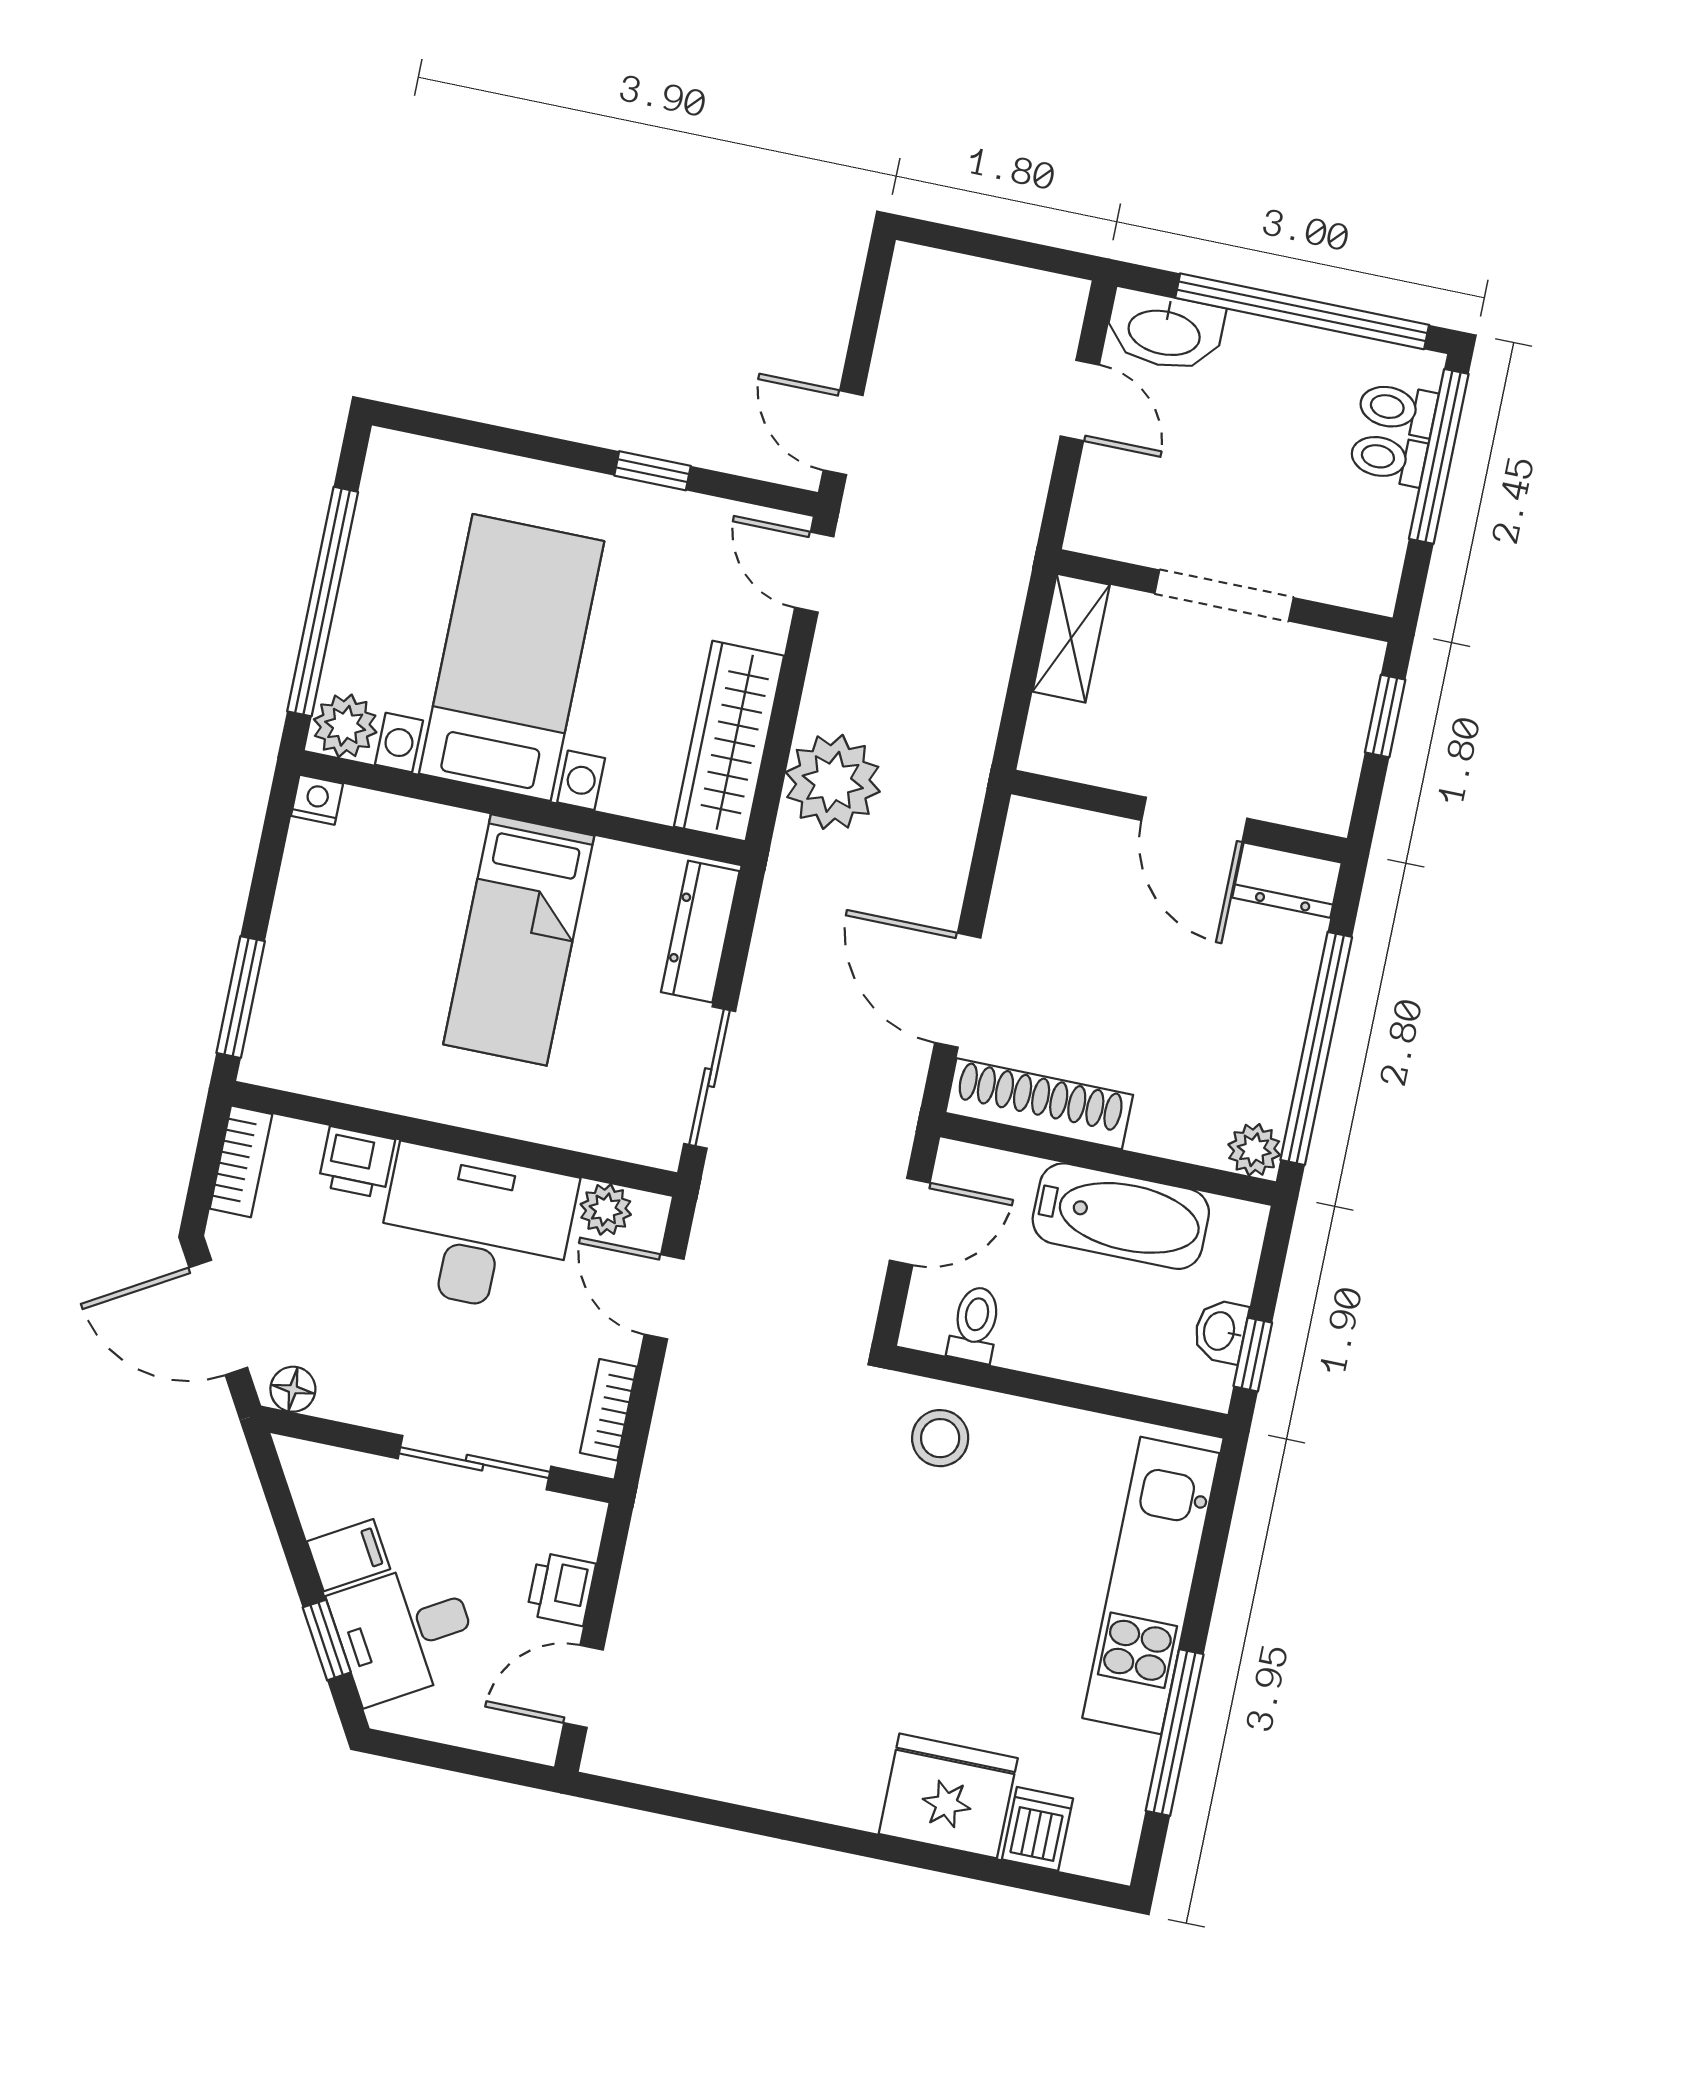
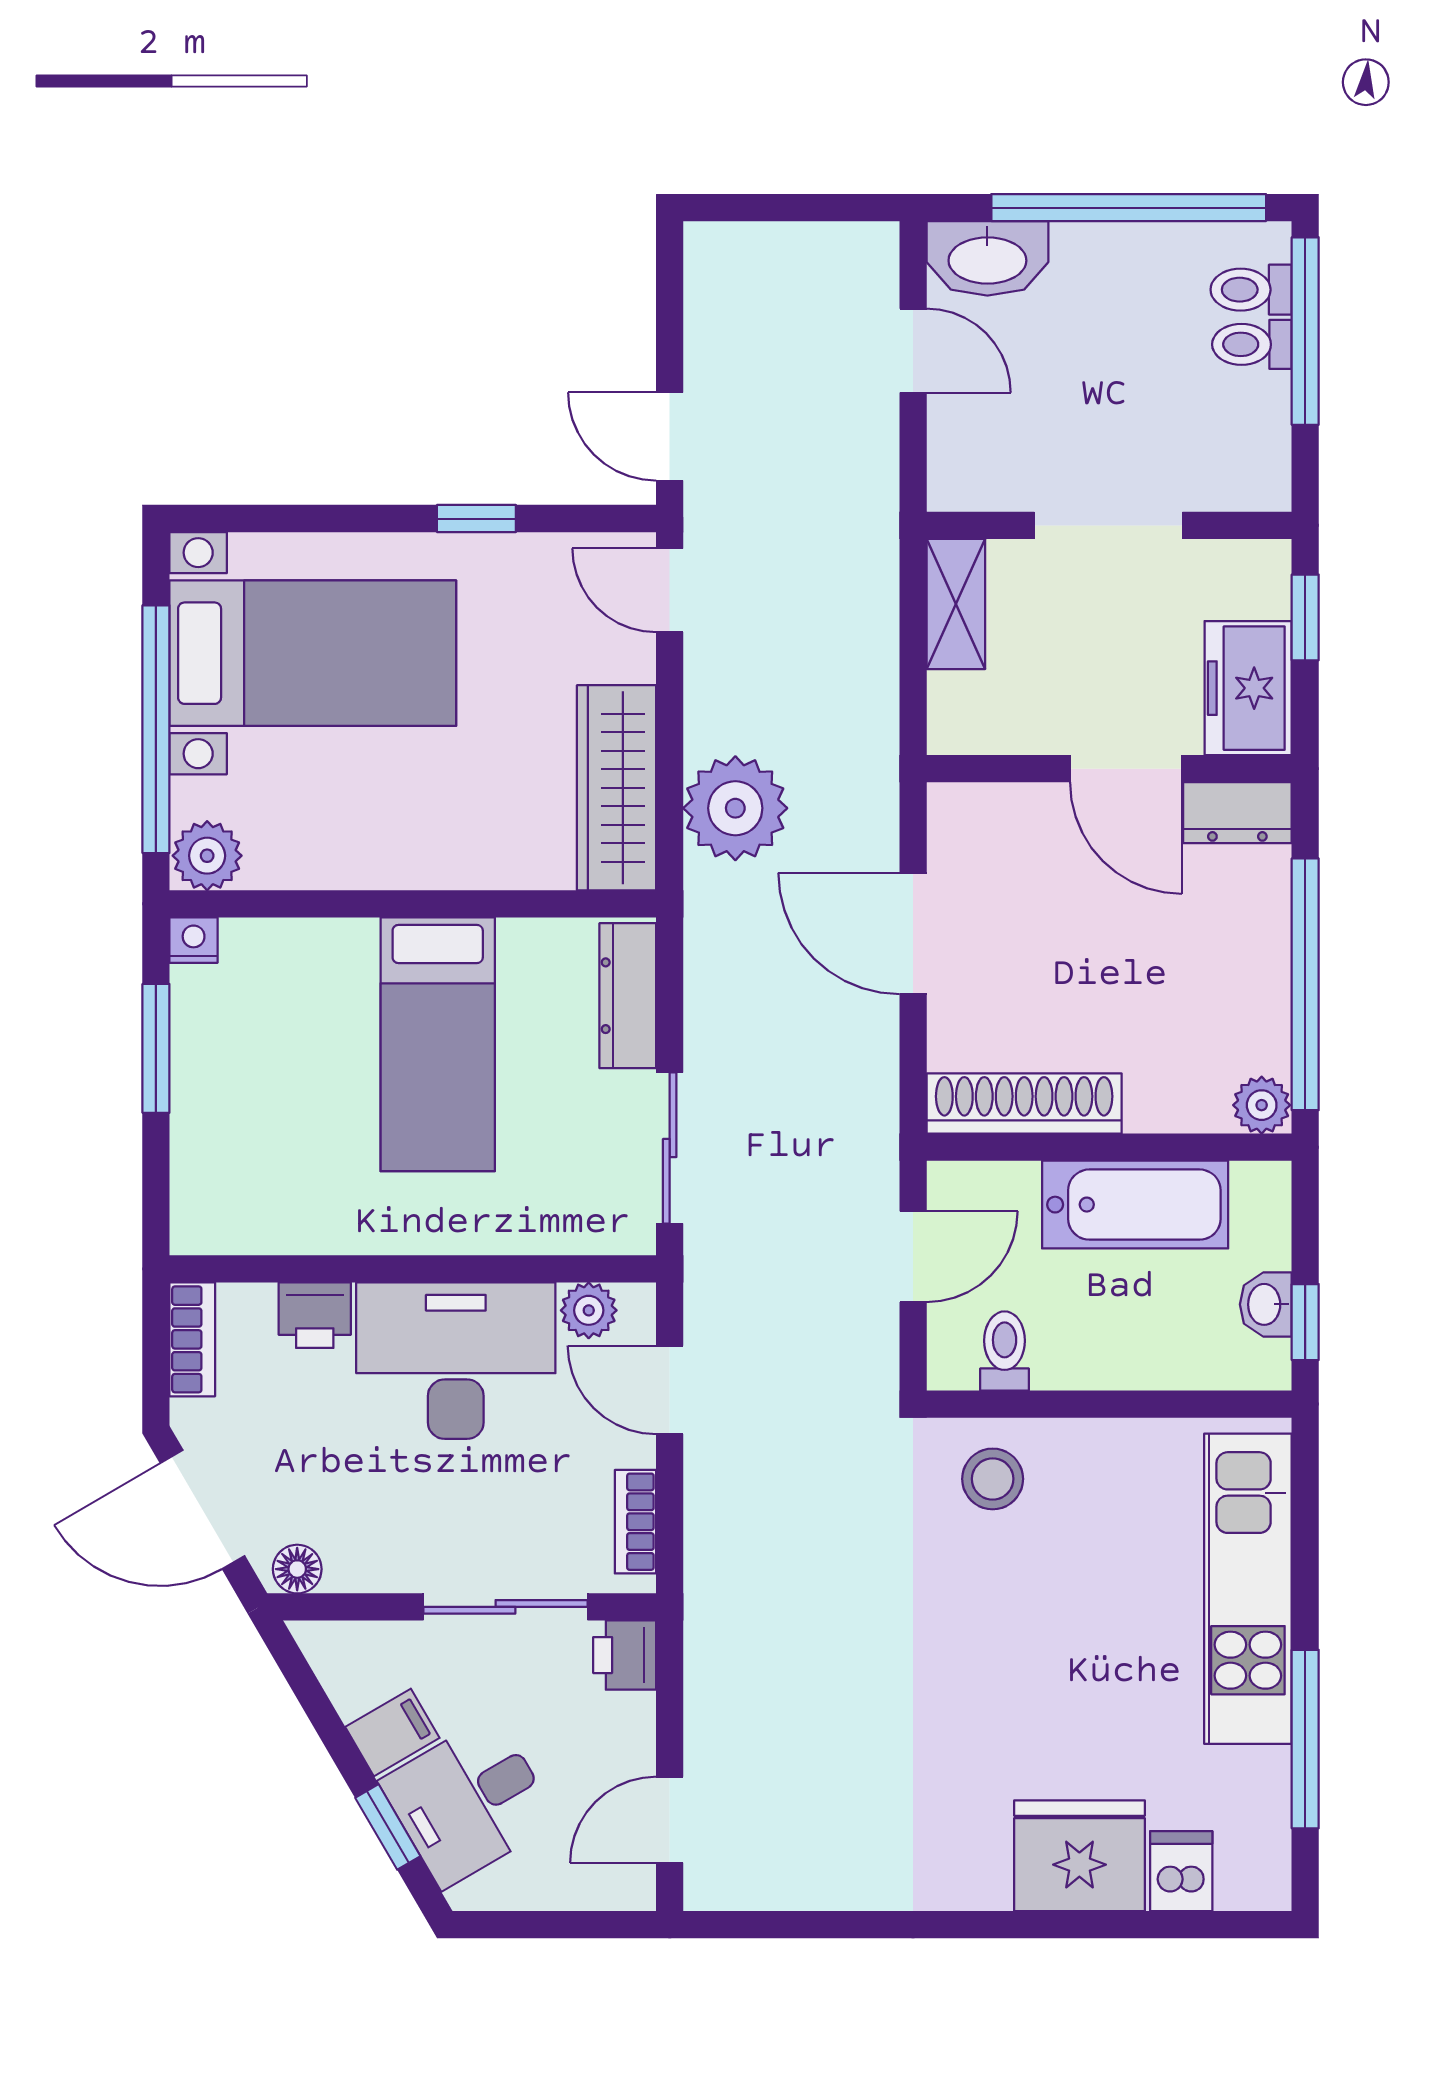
bed with nightstands: (512, 657) -> (313, 653), moved, turned 90
freezer: (1320, 769) -> (1248, 688), added
door: (958, 990) -> (913, 933), moved
window: (241, 997) -> (156, 1048), moved
printer: (561, 1589) -> (625, 1655), moved

